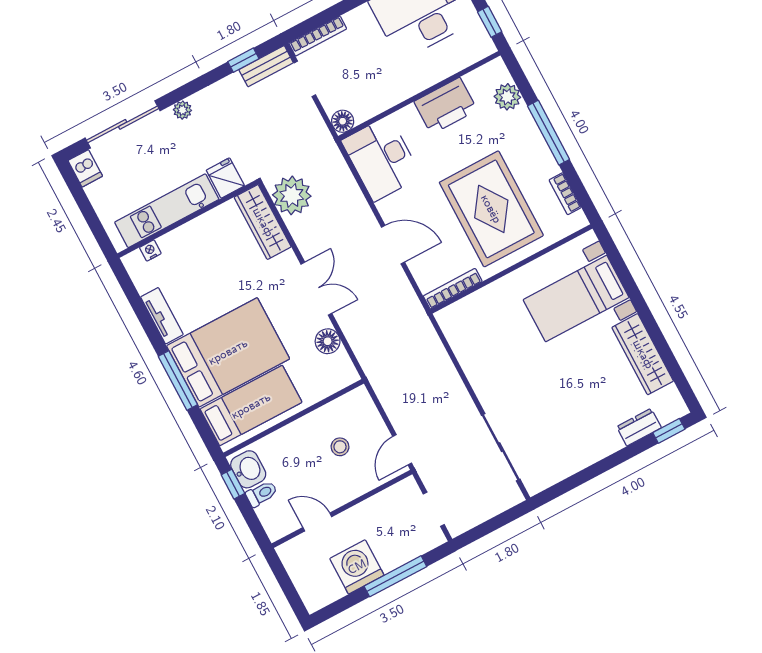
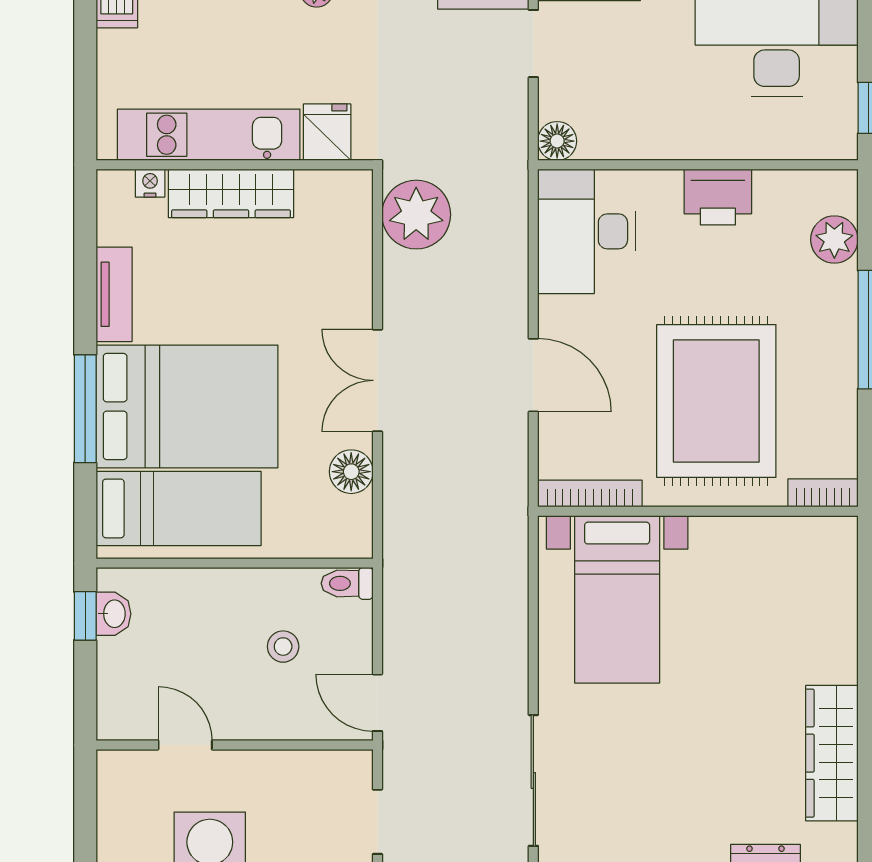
printer: (446, 106) -> (718, 197), width x0.73, depth x0.84
bookcase: (565, 194) -> (823, 493), moved, turned 90
wardrobe: (263, 222) -> (231, 193), moved, turned -90
double door: (316, 289) -> (377, 380), swing flipped
bed with nightstands: (576, 299) -> (617, 599), moved, turned -90
door: (402, 450) -> (377, 703), hinge flipped
washbasin: (248, 469) -> (113, 614), width x0.72, depth x0.69
toilet: (262, 494) -> (347, 583), moved, turned 180

